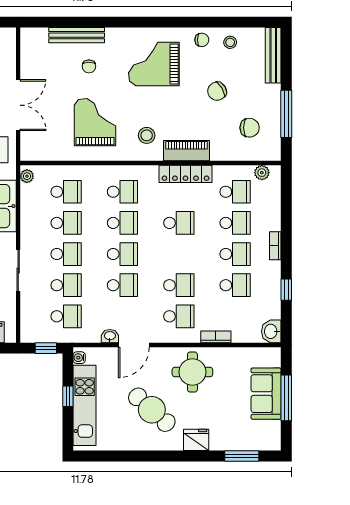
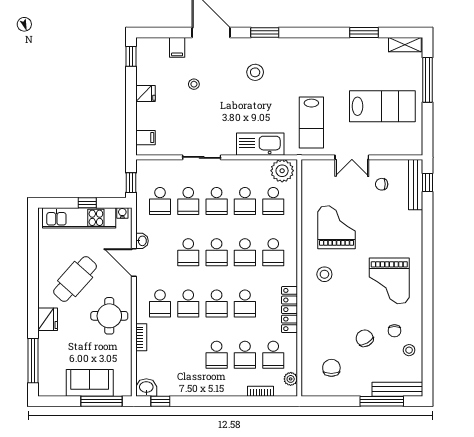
window: (46, 22) -> (427, 183), added
bench: (77, 35) -> (416, 185), moved
chair: (202, 40) -> (394, 331), moved
grand piano: (154, 64) -> (389, 281), turned 180
chair: (89, 66) -> (382, 184), moved
double door: (18, 105) -> (352, 157), width x0.73
window: (286, 114) -> (382, 401), moved
grand piano: (95, 122) -> (337, 227), turned -90
chair: (250, 128) -> (331, 368), turned 180
piano: (186, 151) -> (311, 310), removed
plant: (27, 176) -> (282, 171), width x1.87, depth x1.87
bookcase: (275, 246) -> (261, 391), moved
school desk: (235, 285) -> (217, 303), moved
window: (286, 290) -> (160, 401), moved
window: (286, 398) -> (102, 401), moved
window: (242, 456) -> (33, 361), width x1.44

